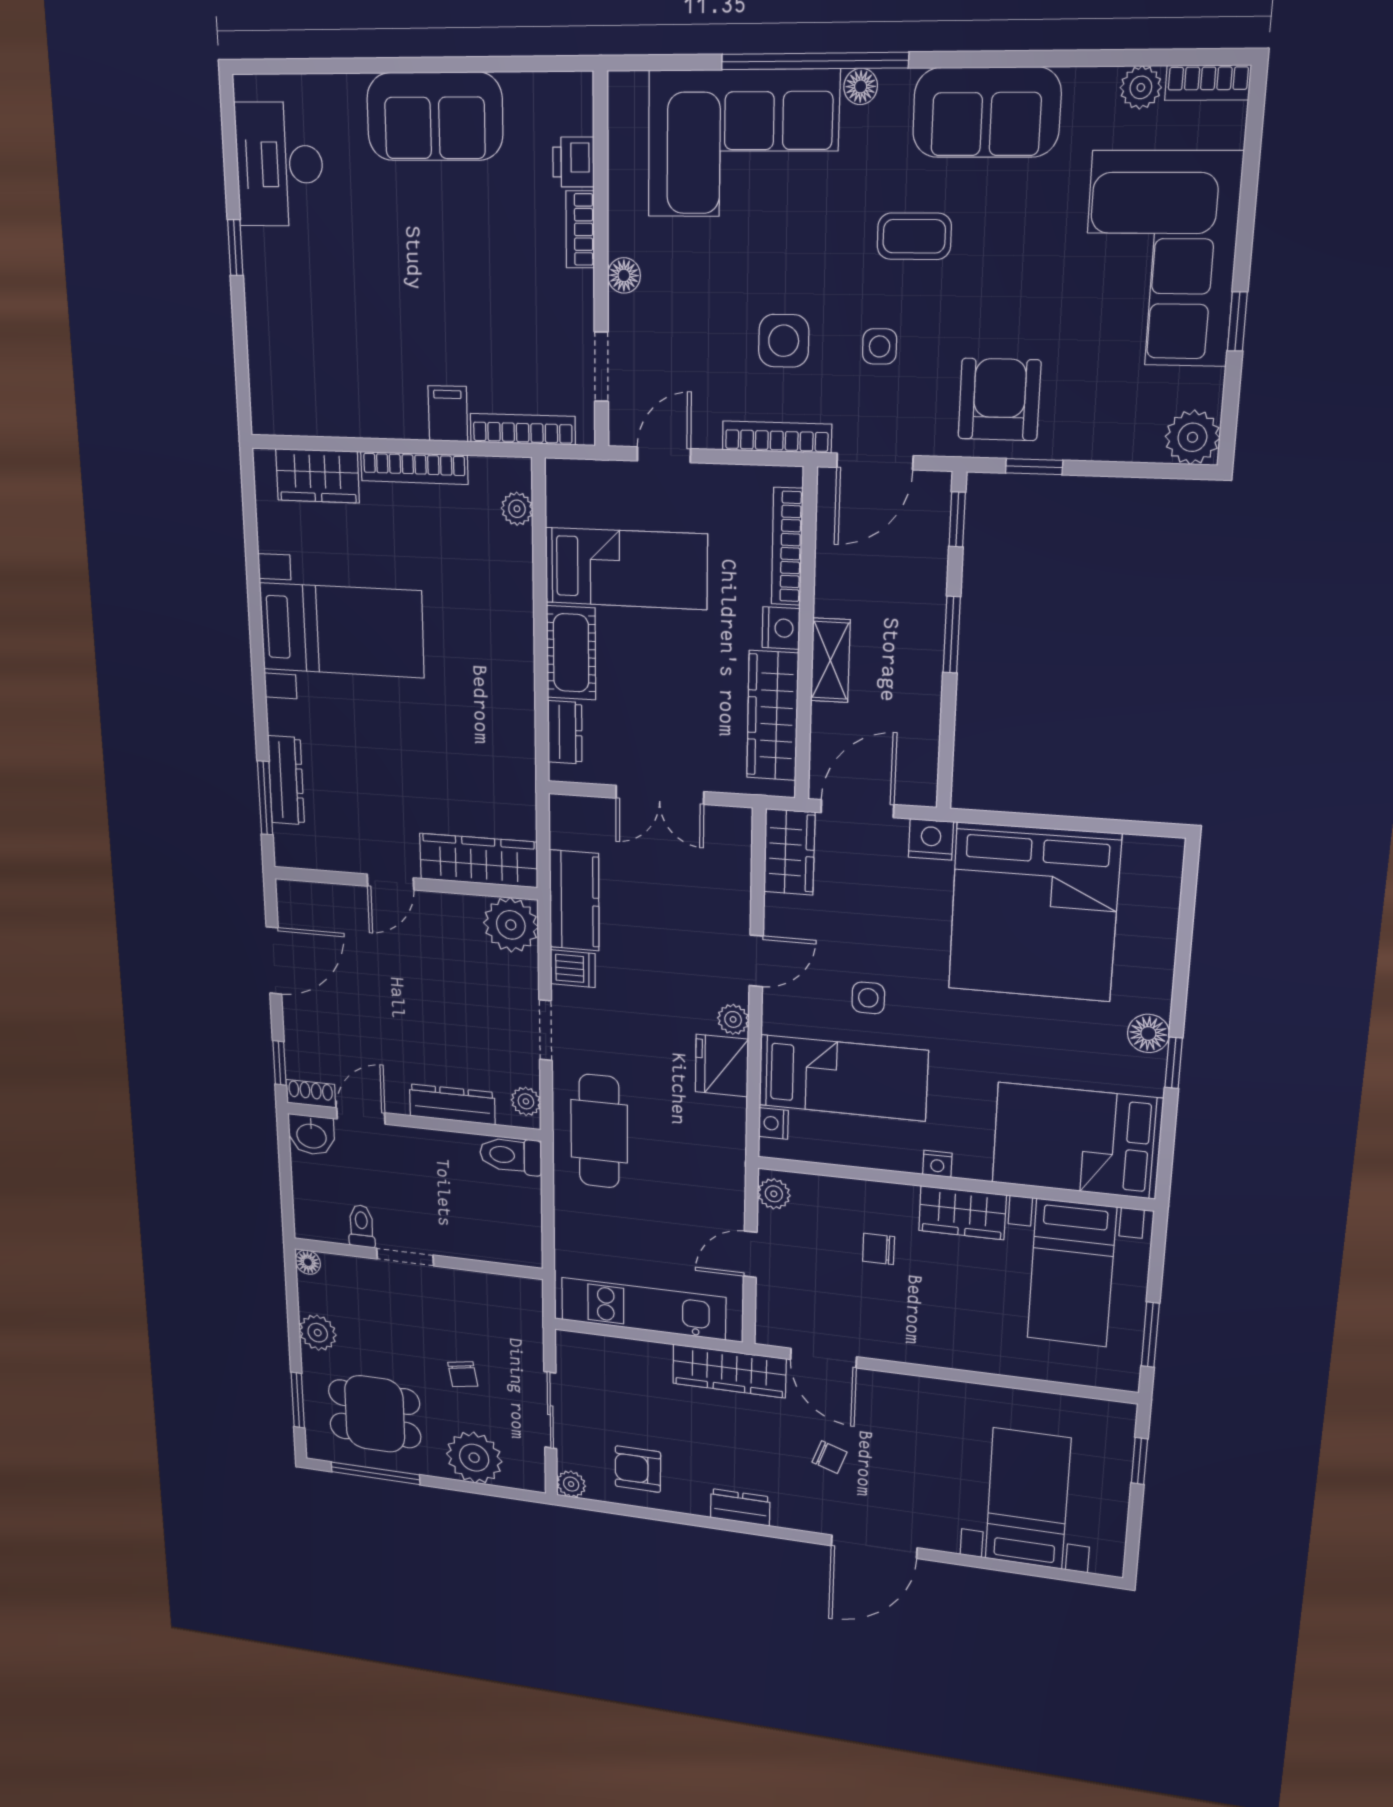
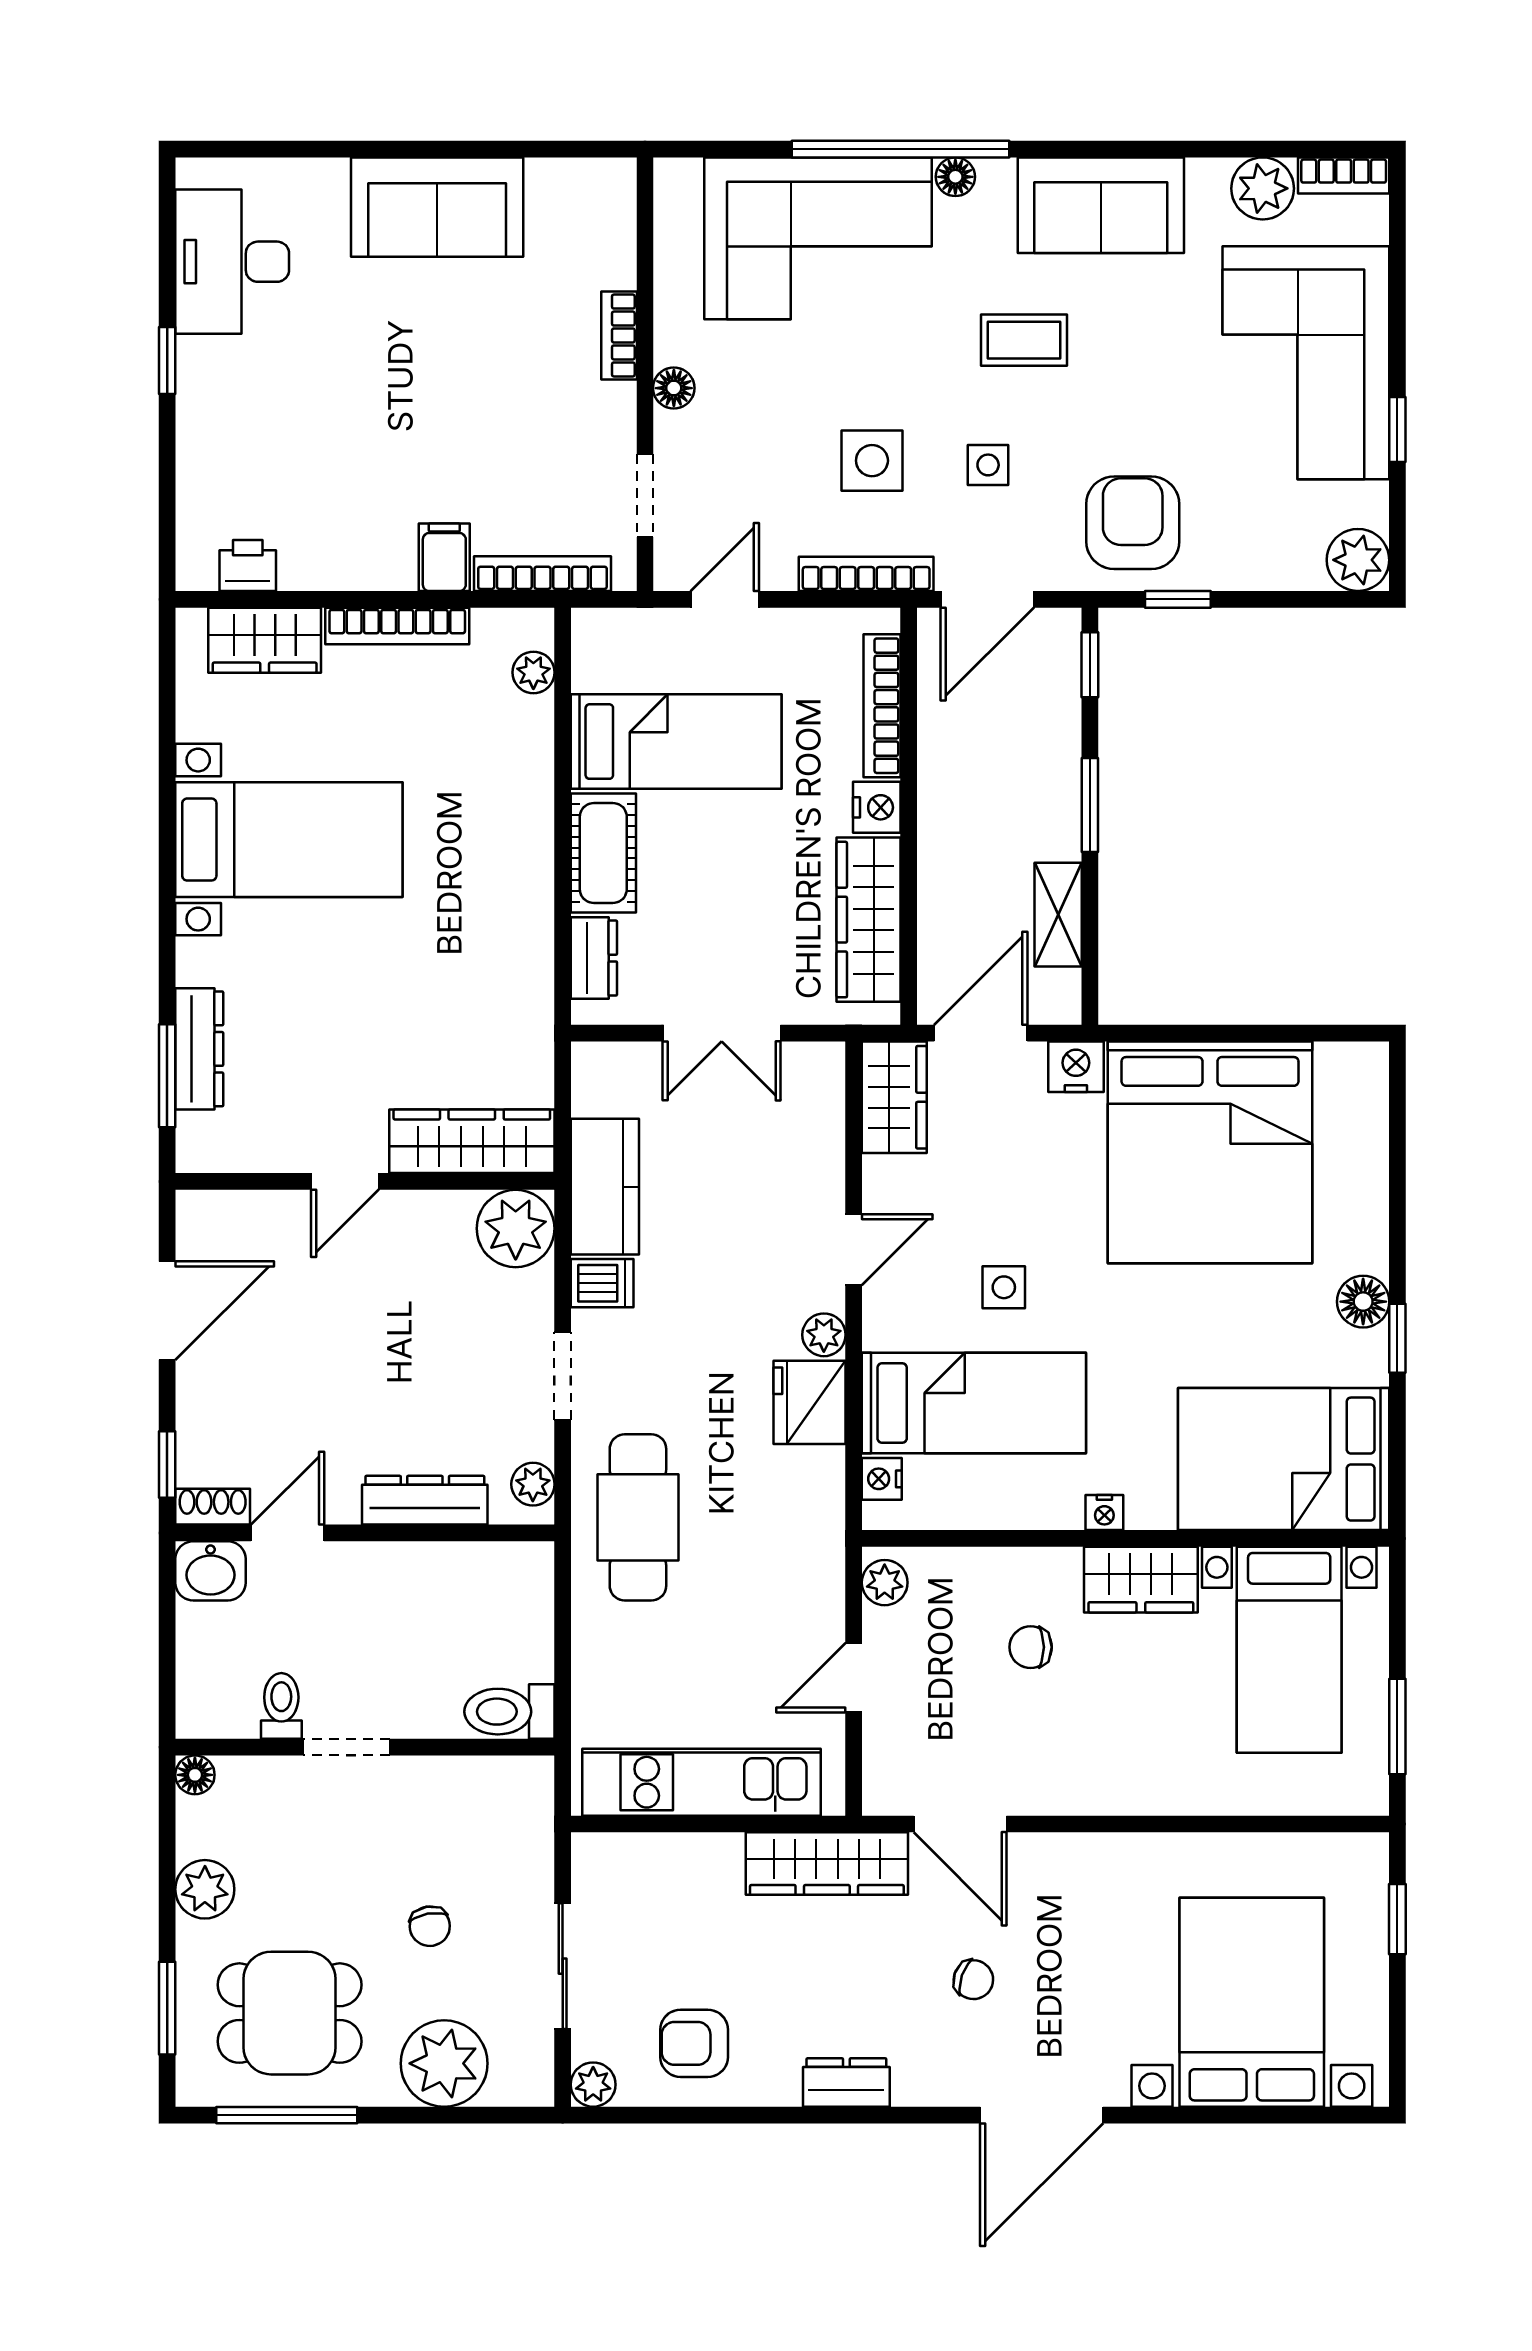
plant: (1141, 87) -> (1263, 188), width x1.38, depth x1.38
printer: (573, 162) -> (248, 566), moved, turned 90
shelving: (830, 660) -> (1058, 915), moved
toilet: (511, 1155) -> (509, 1712), moved
bed with nightstands: (1028, 1499) -> (1252, 2002), width x1.36

